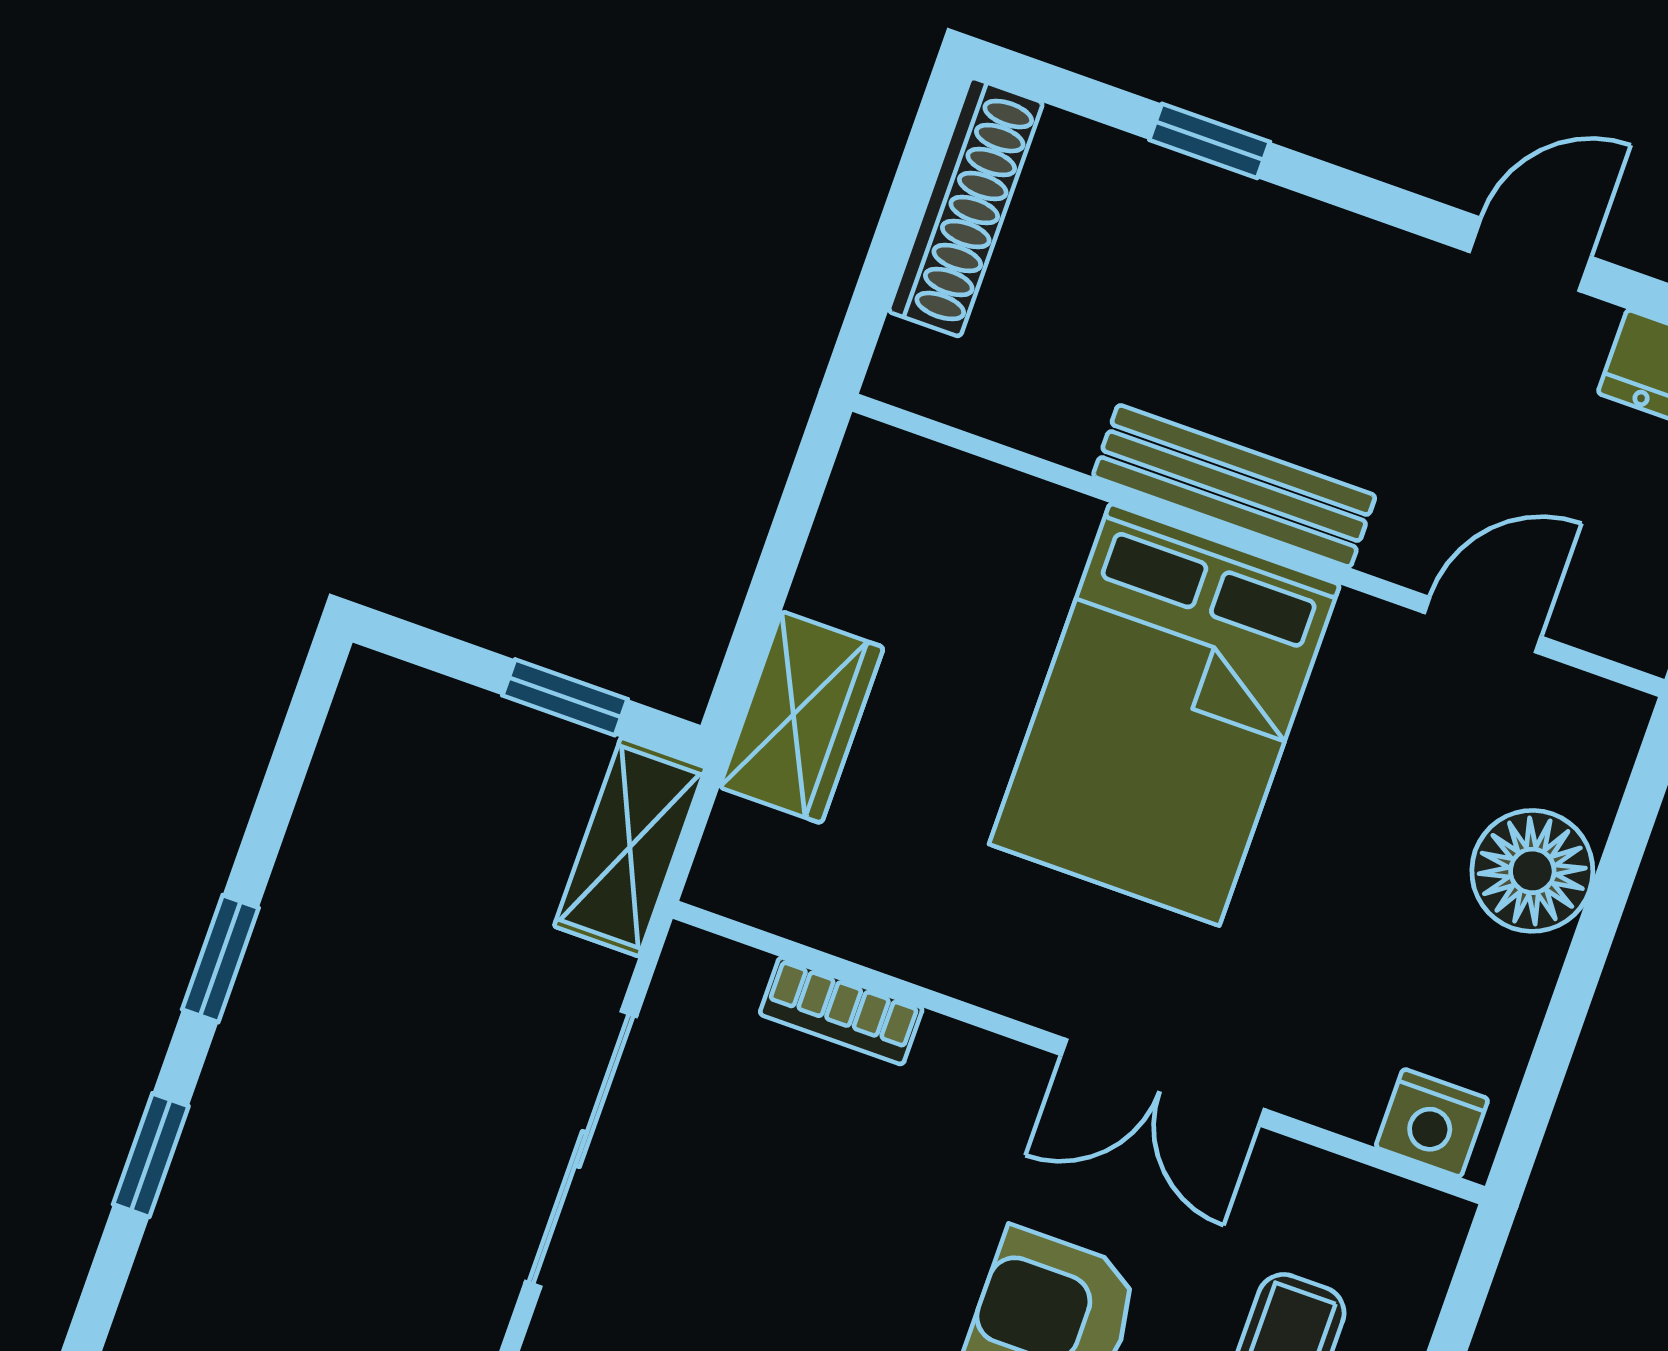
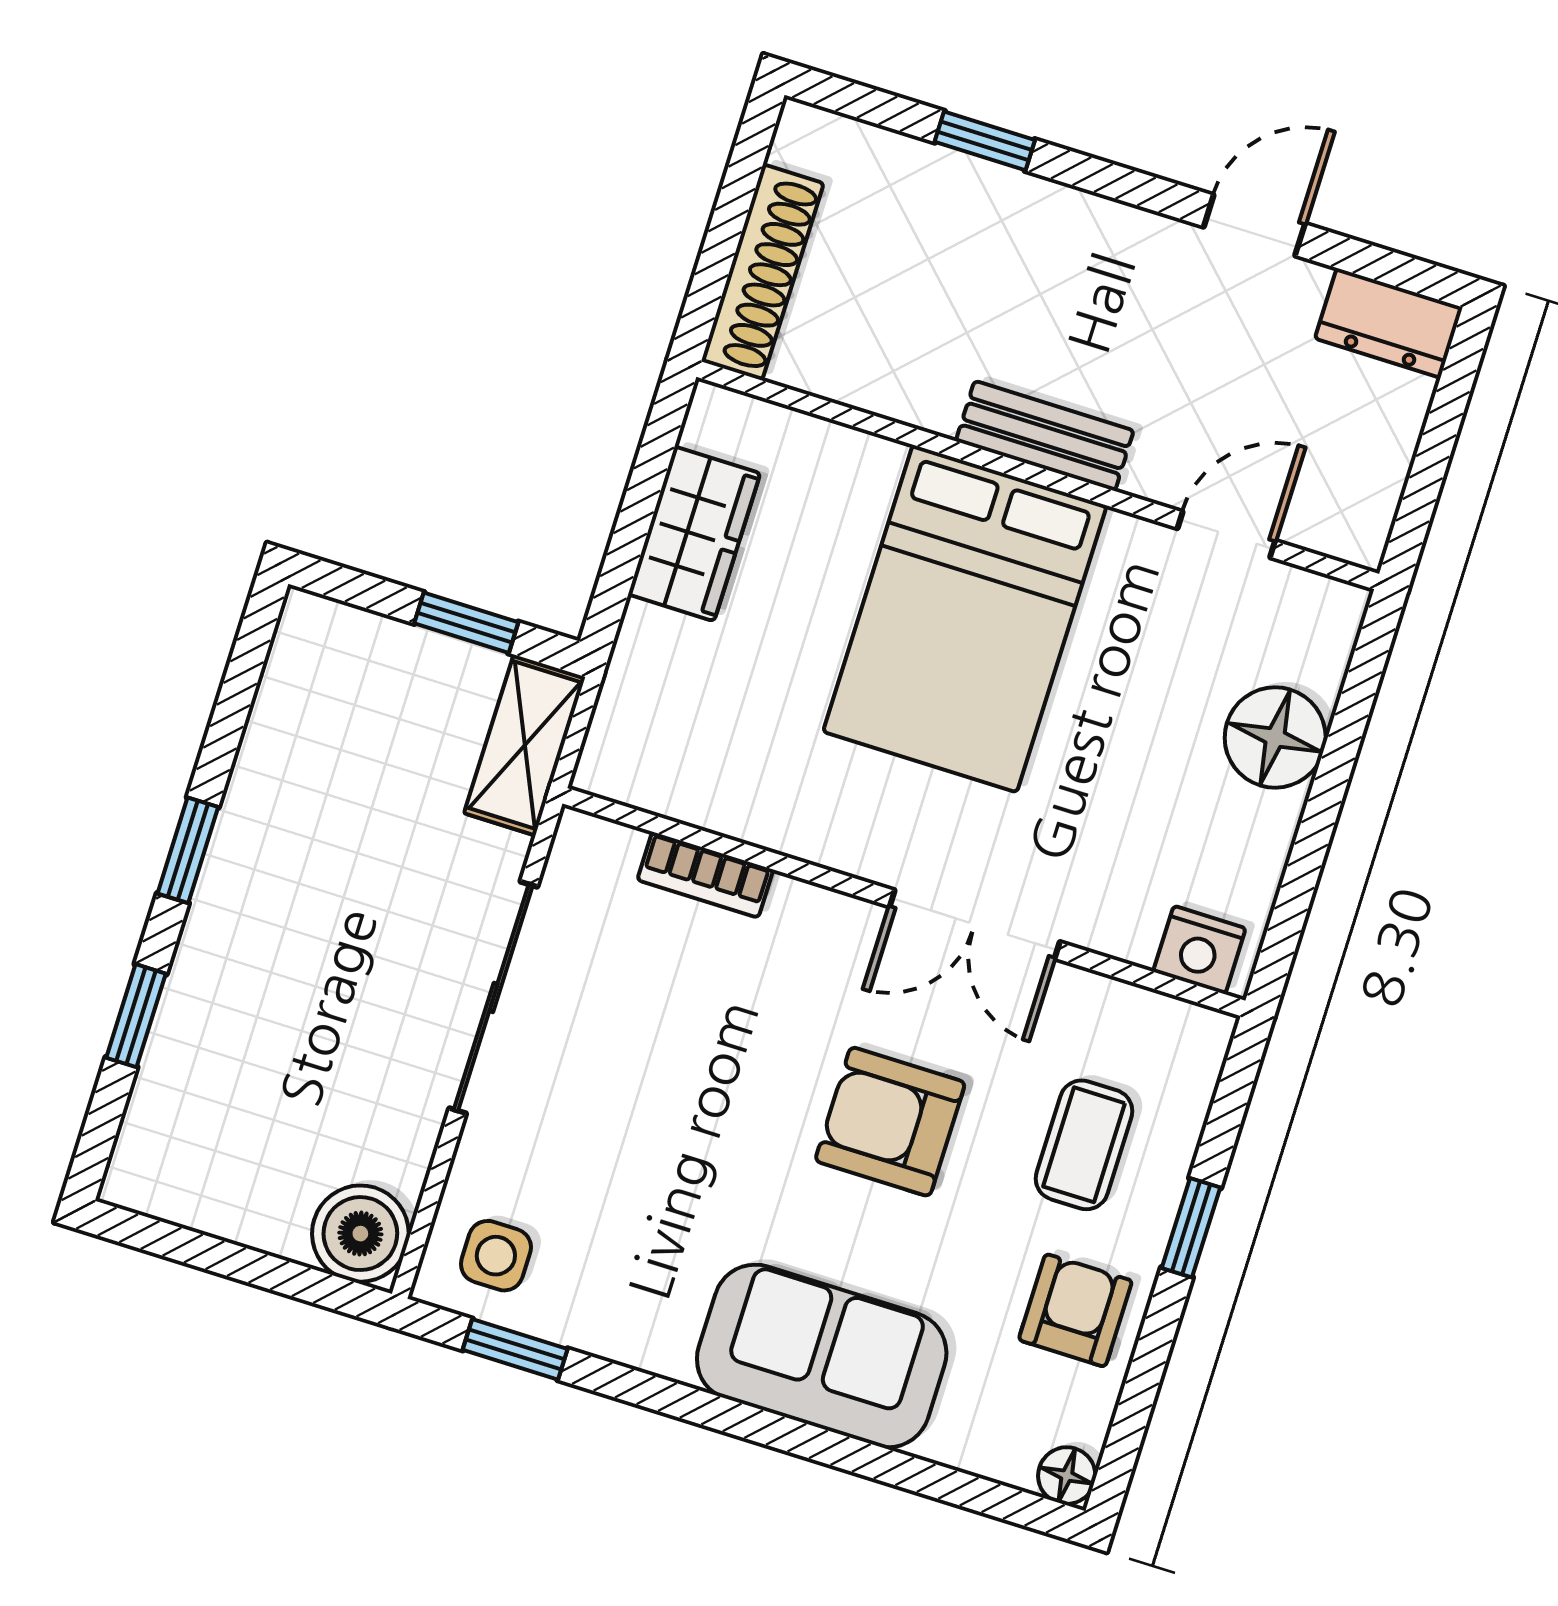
shoe rack: (966, 207) -> (762, 272), moved
bench: (1234, 486) -> (1045, 436), width x0.73
wardrobe: (802, 717) -> (694, 534), moved

